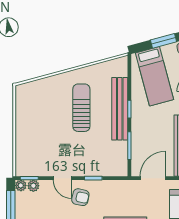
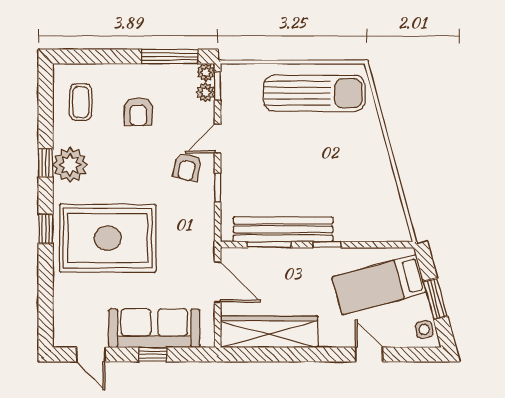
sun lounger: (81, 108) -> (314, 93), moved, width x1.36, depth x1.34
bench: (120, 109) -> (283, 229), moved

